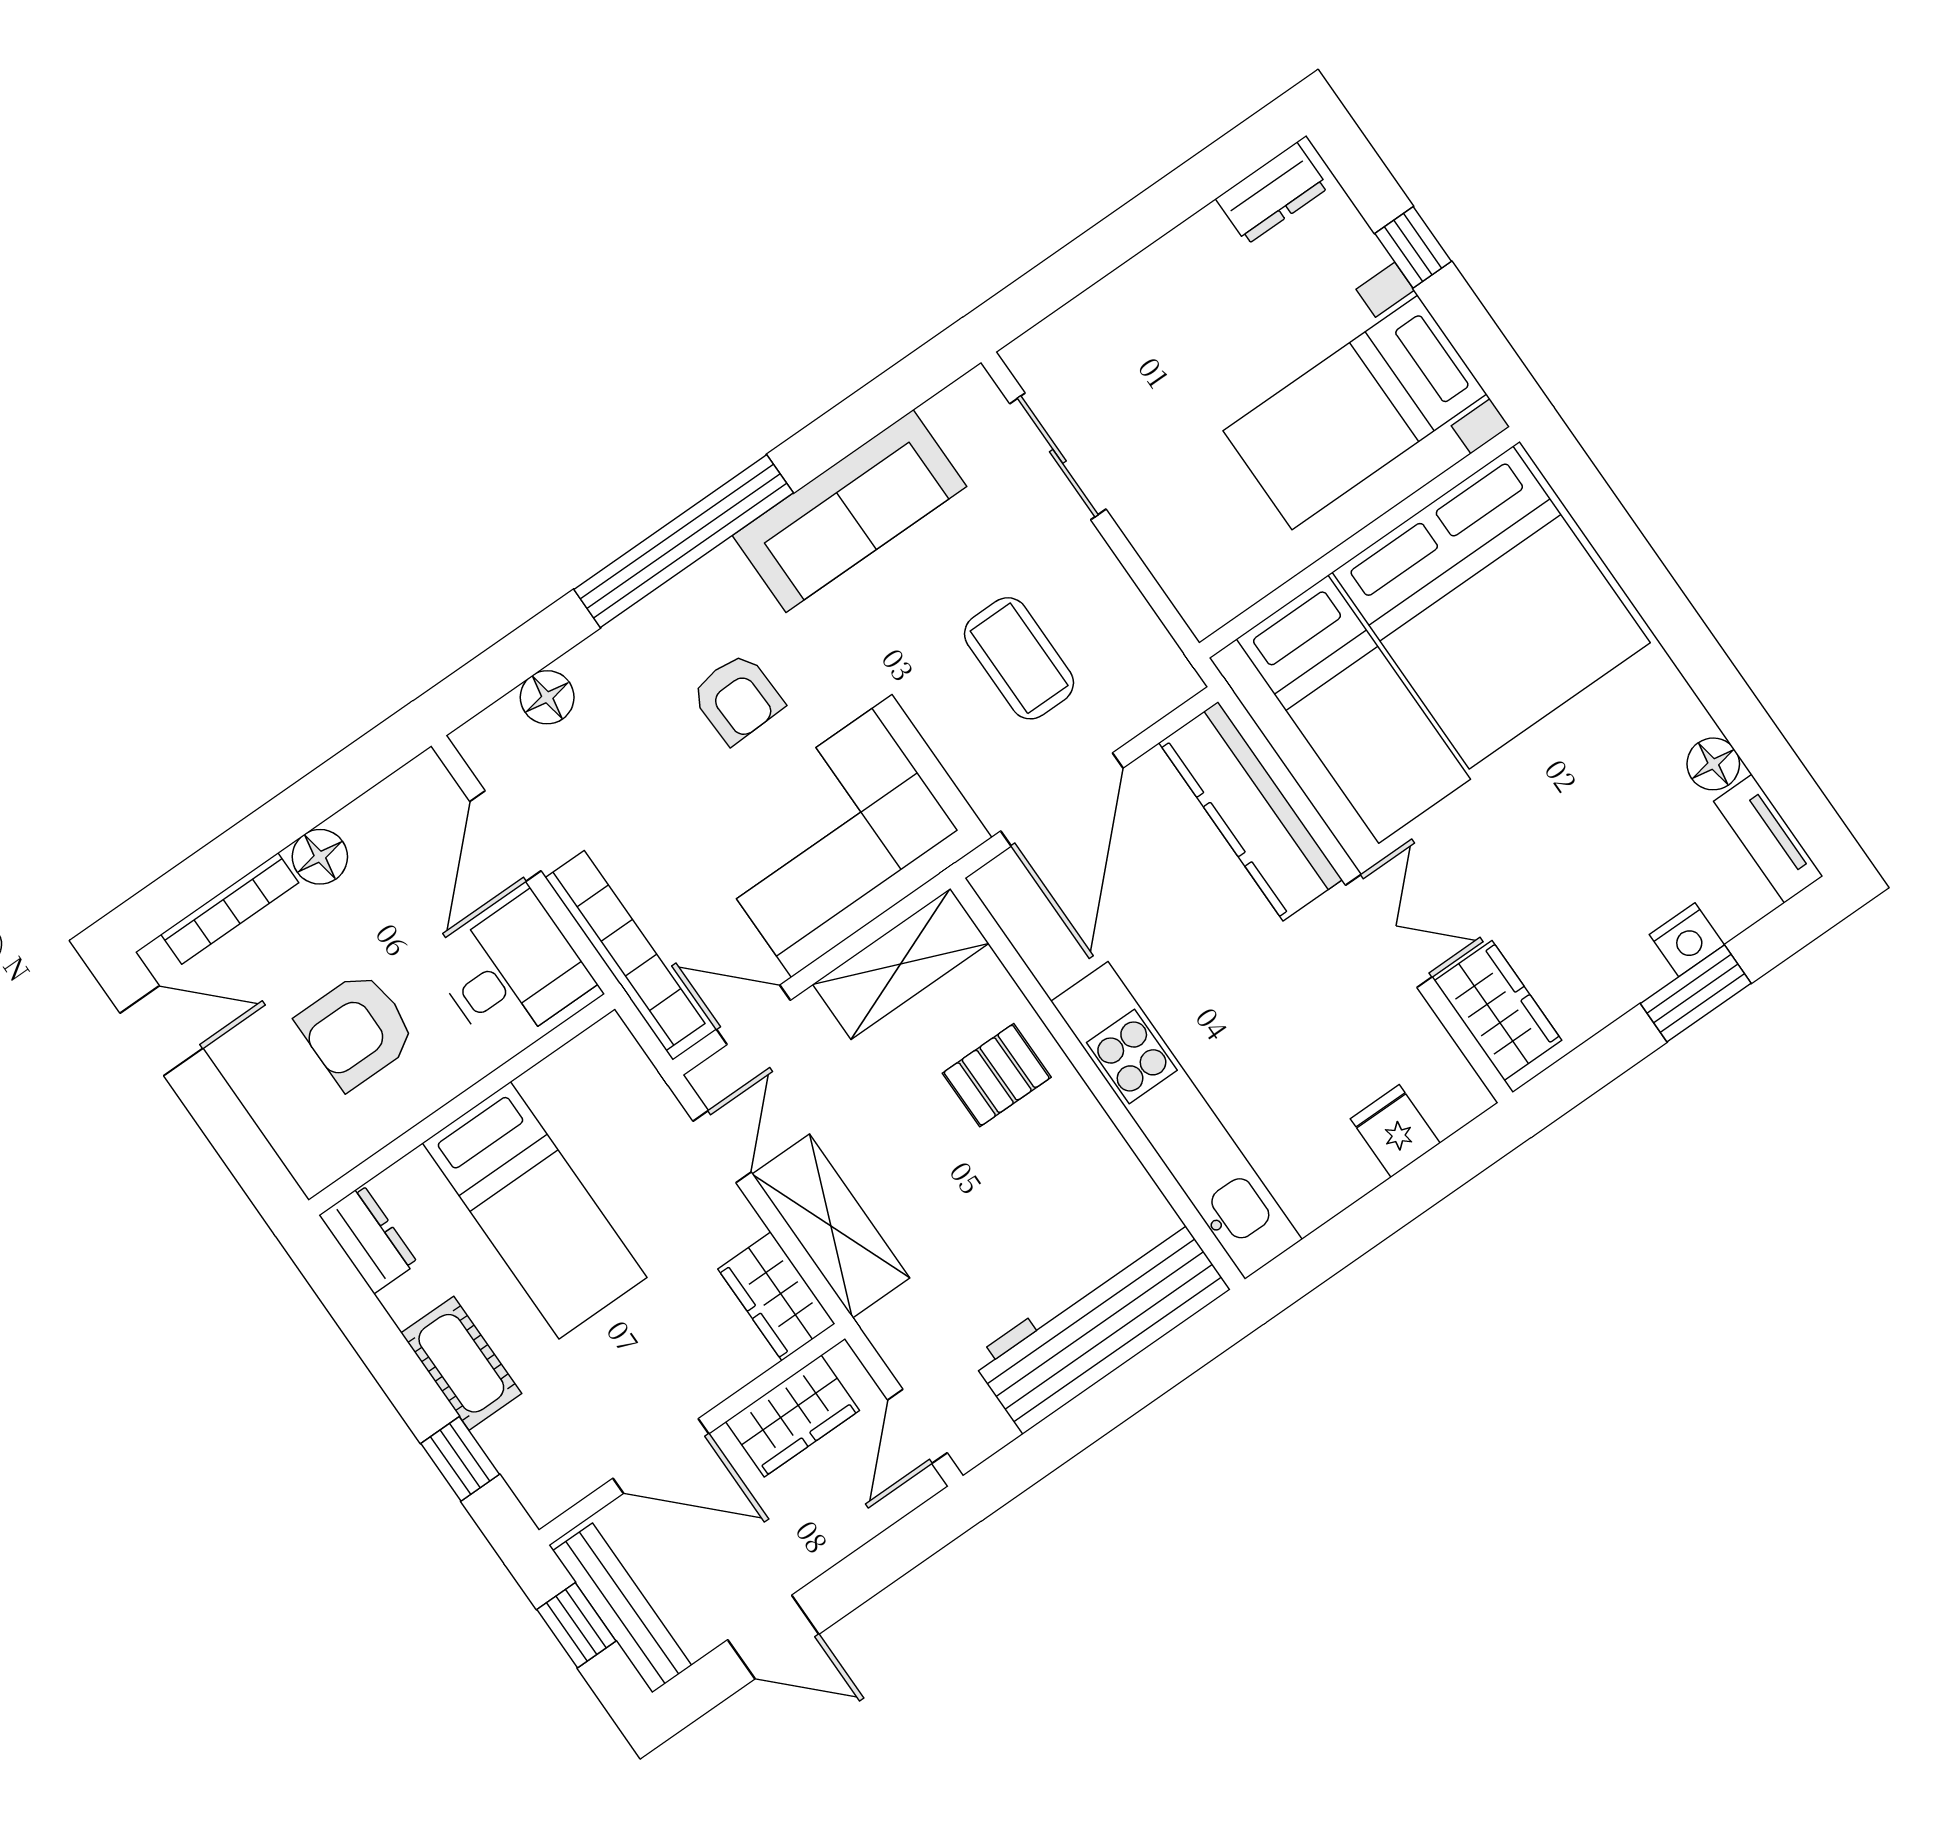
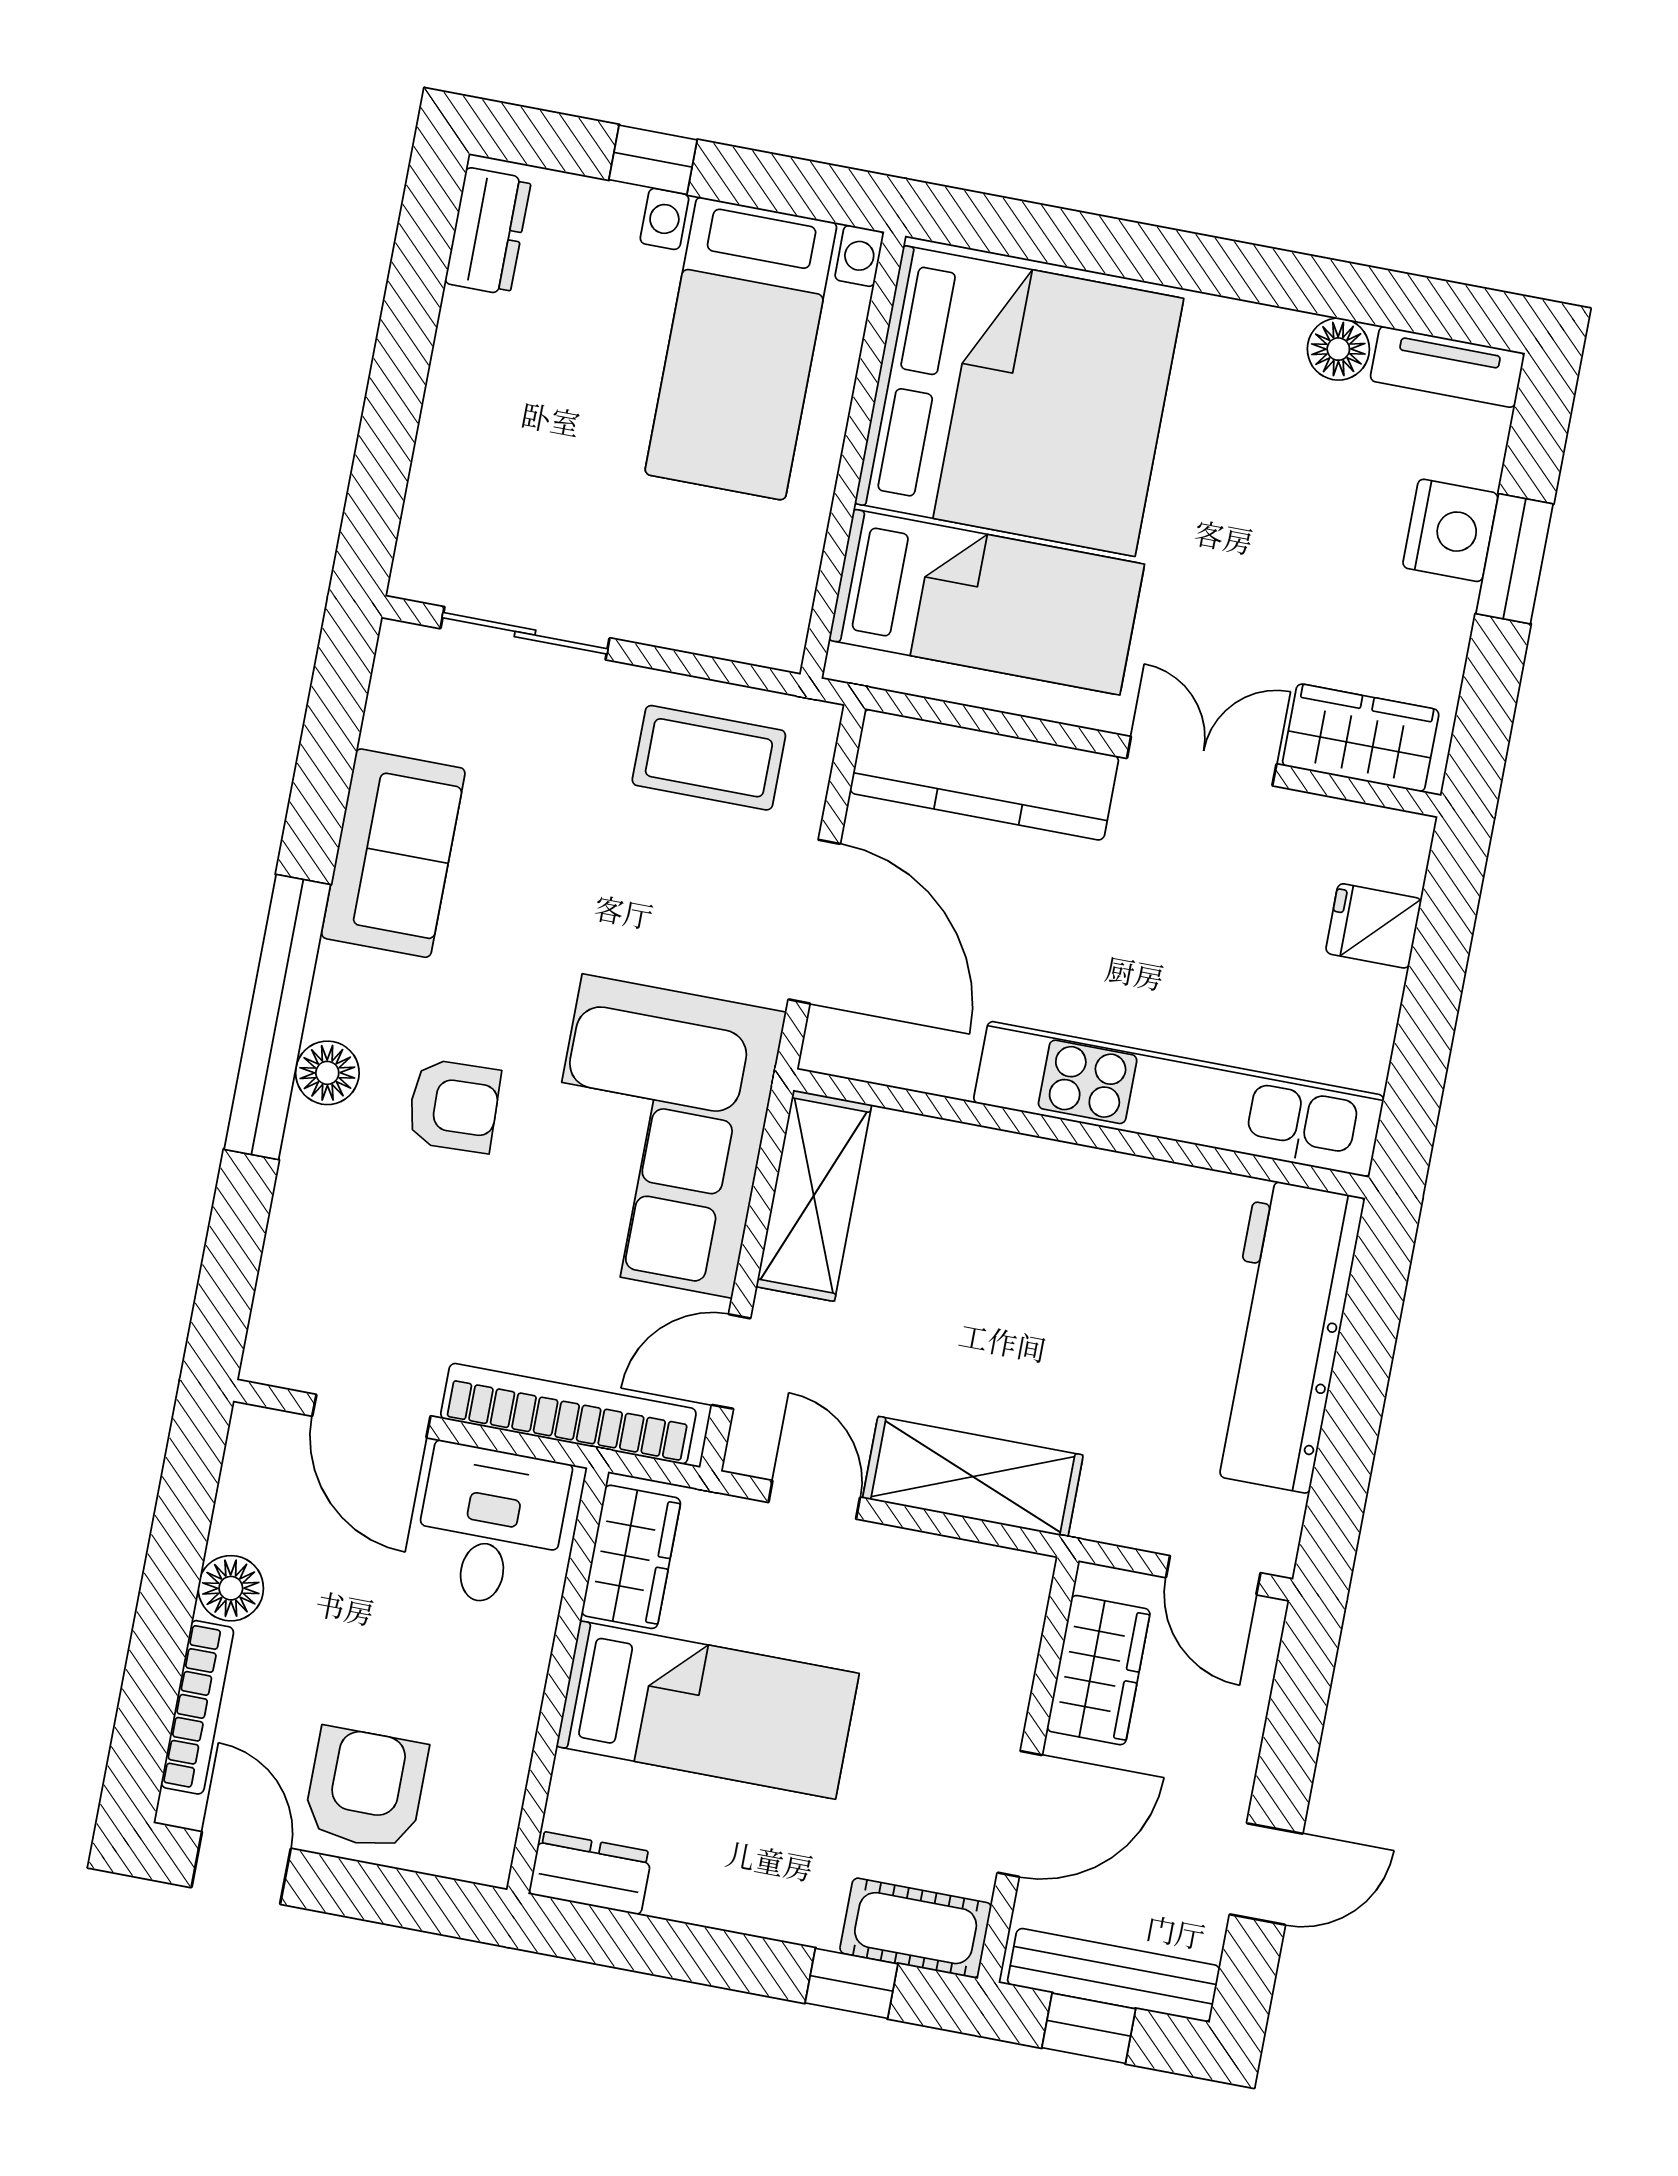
sofa: (850, 511) -> (393, 853), width x0.73
coffee table: (1019, 658) -> (709, 758), moved
floor lamp: (547, 697) -> (327, 1073), moved
nightstand: (1687, 940) -> (1450, 530), width x1.36, depth x1.33
armchair: (356, 1030) -> (366, 1789), moved, turned 180
door: (162, 1031) -> (241, 1868), hinge flipped
pallet: (997, 1075) -> (988, 1210), removed
wardrobe: (776, 1296) -> (631, 1557), moved, turned -90
cot: (461, 1363) -> (916, 1928), moved

